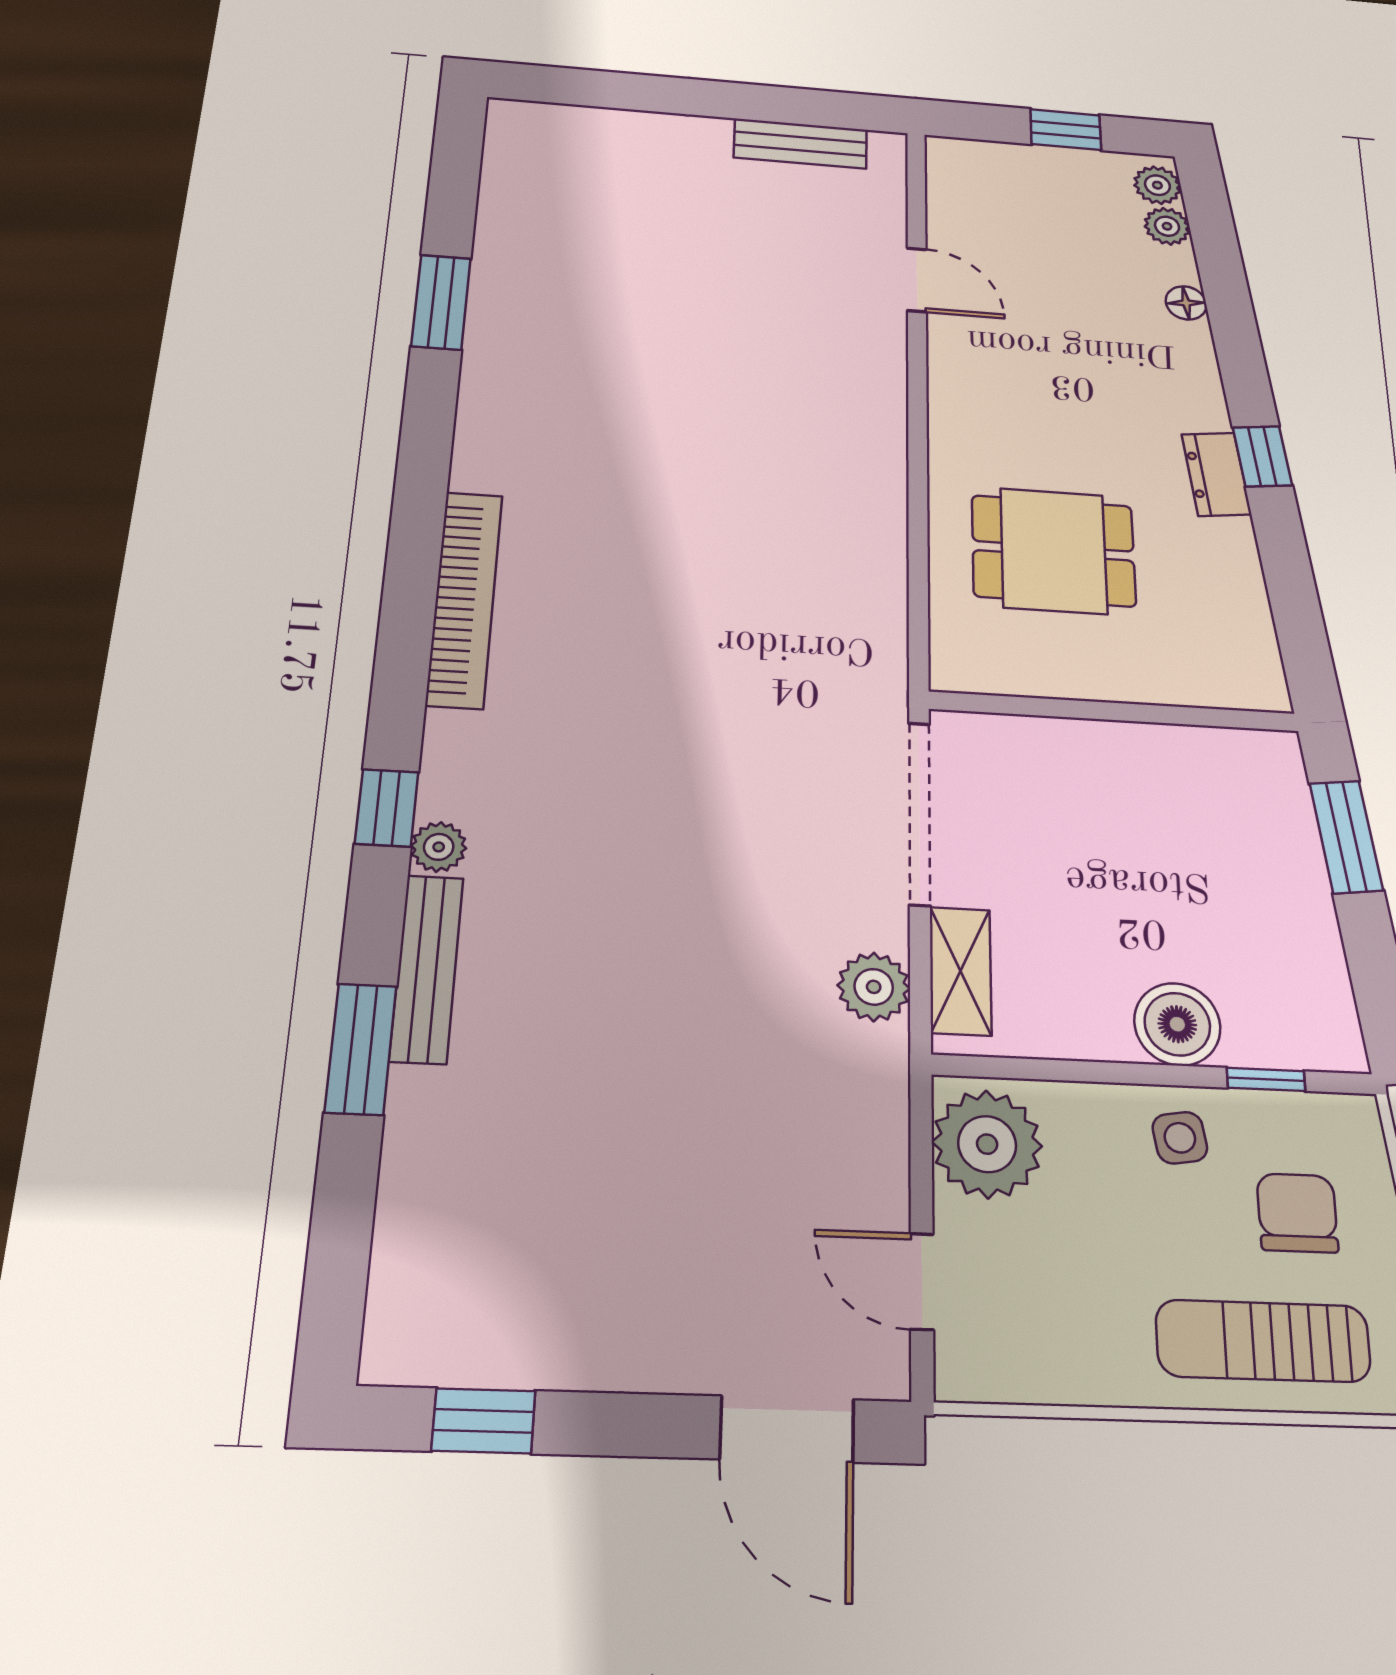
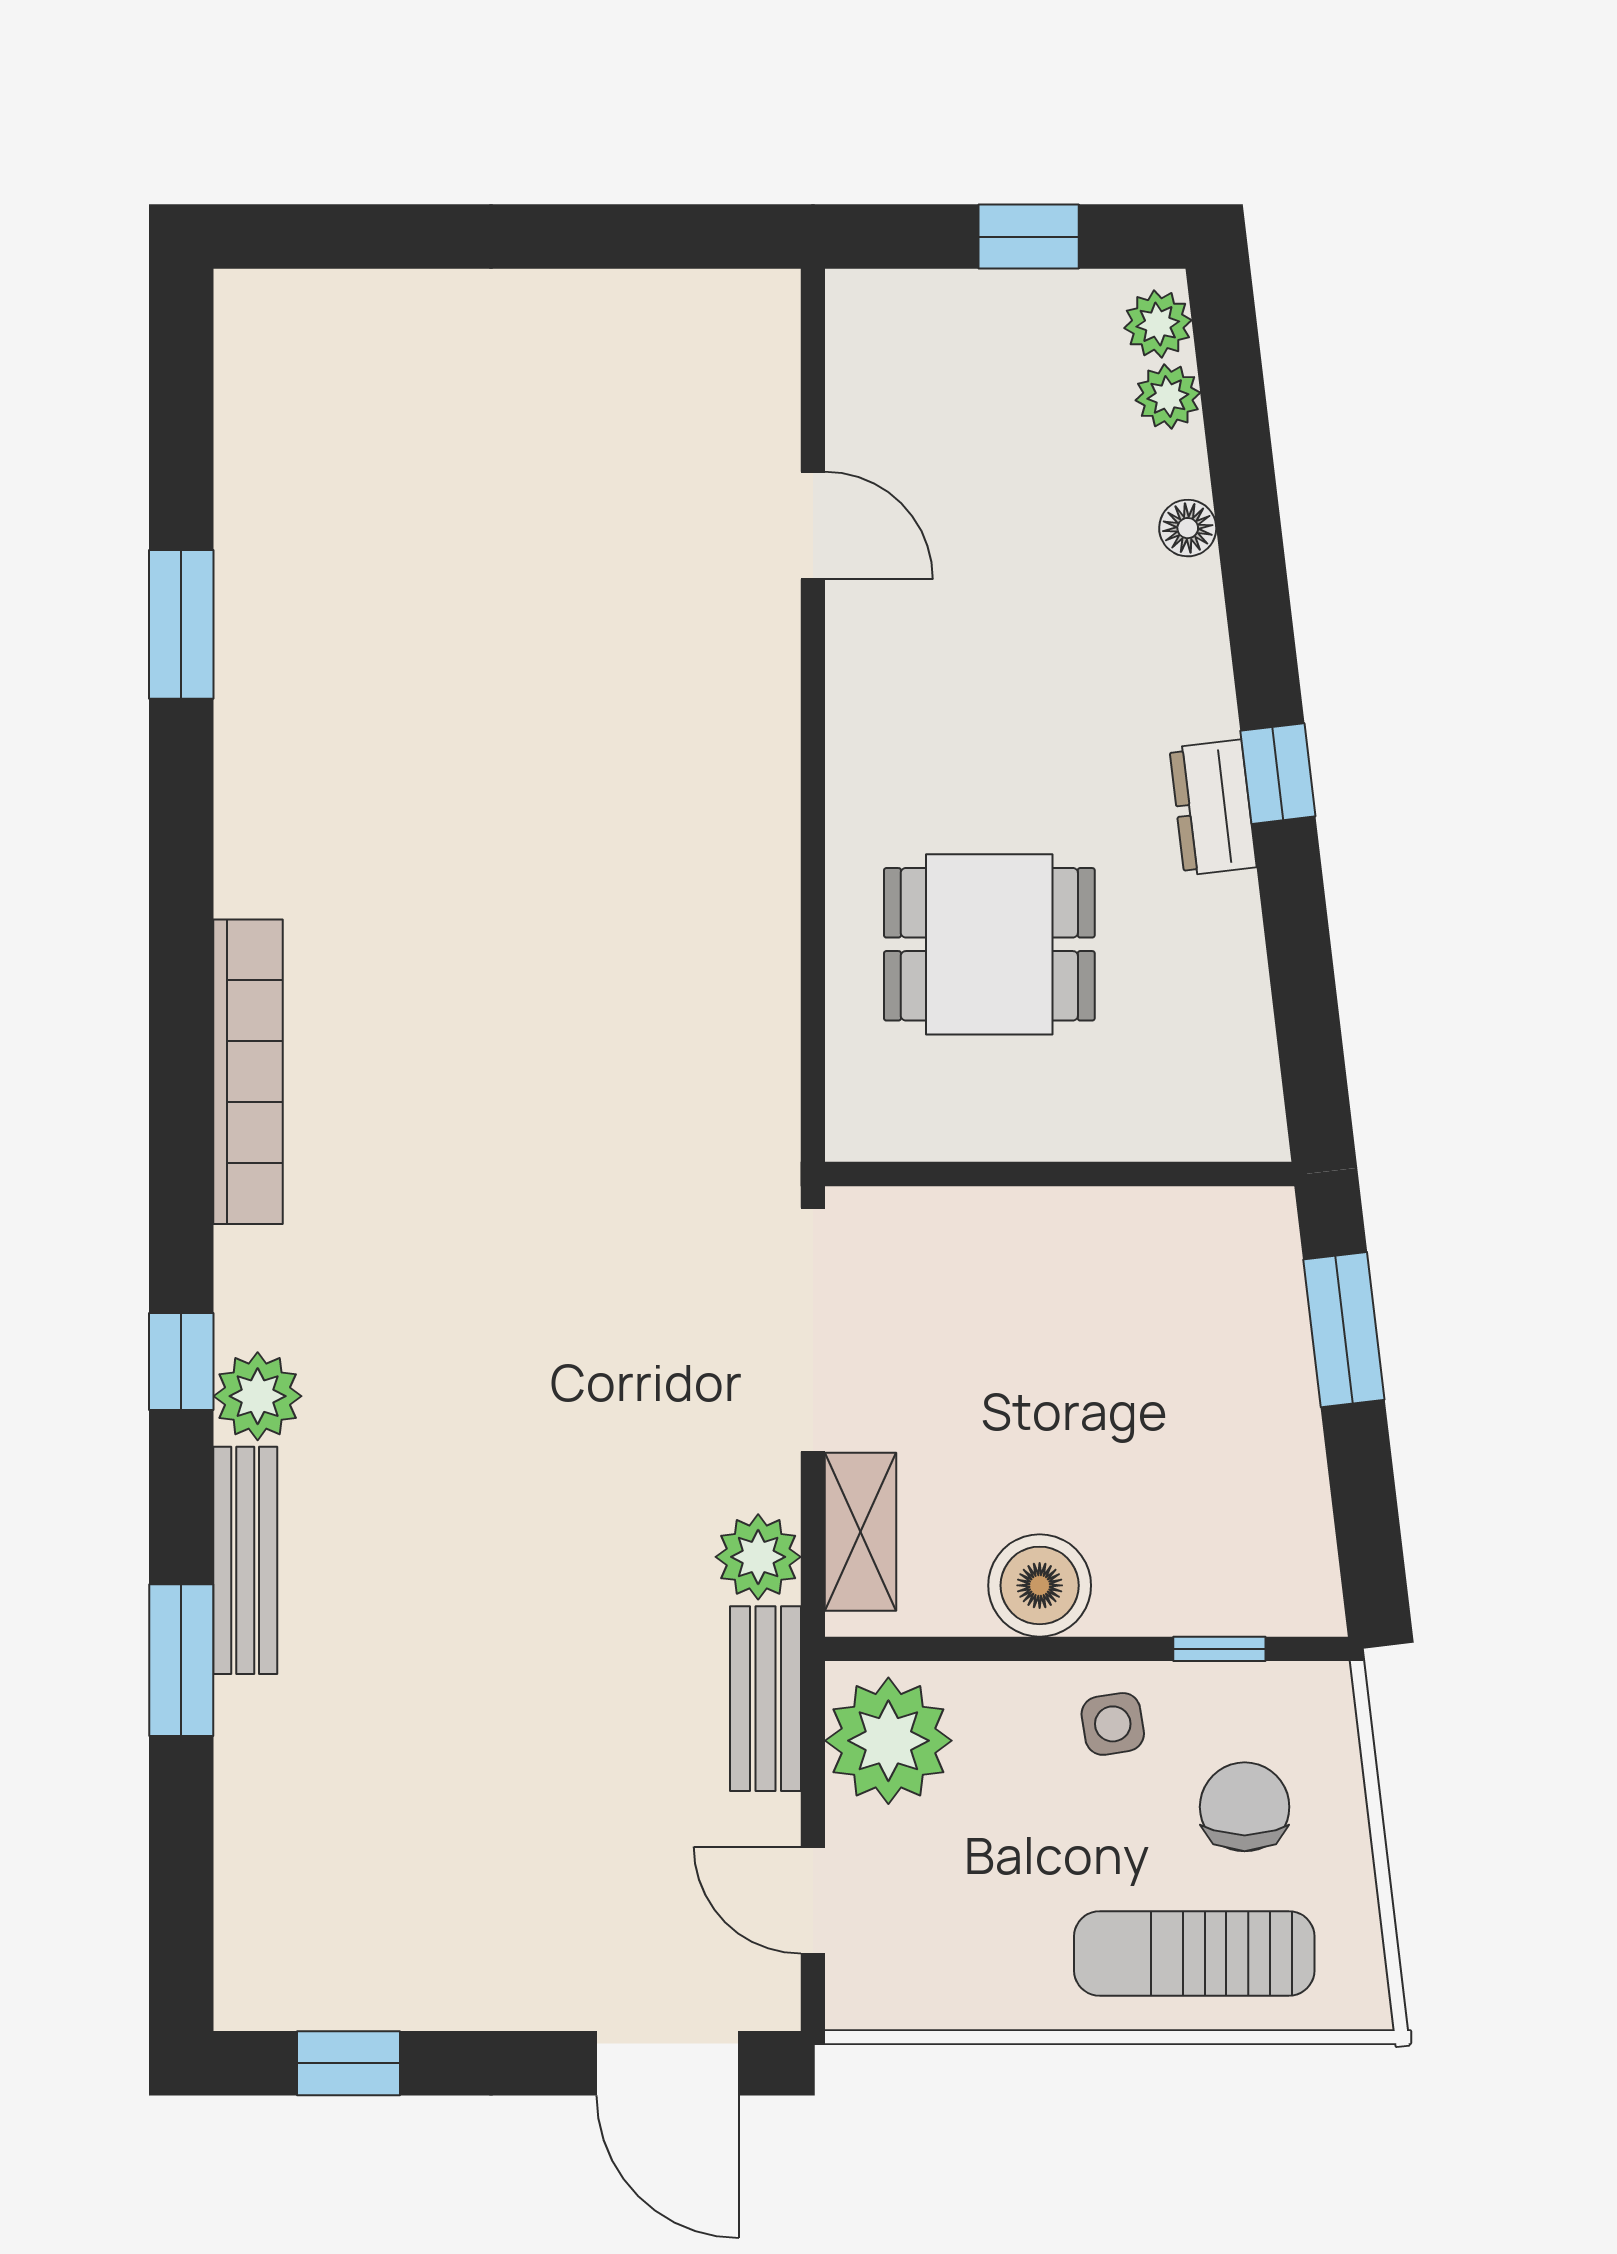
bench: (801, 144) -> (766, 1699), moved, turned 90
plant: (439, 847) -> (258, 1396), width x1.38, depth x1.38
boiler: (1177, 1024) -> (1040, 1585), moved

